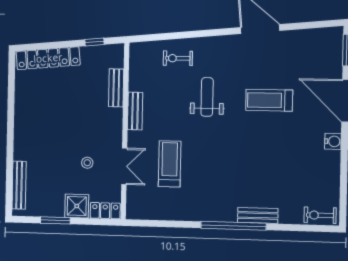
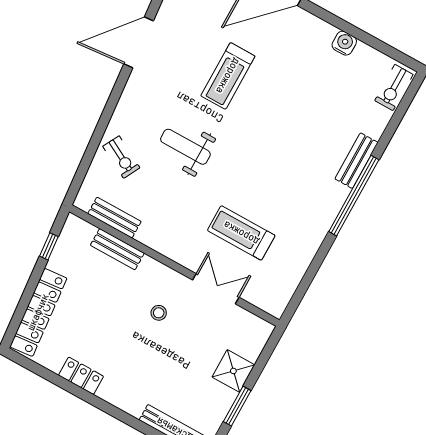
exercise bike: (178, 58) -> (121, 157), turned -62
bench: (135, 111) -> (114, 218), moved
water cooler: (333, 141) -> (344, 43), moved
stool: (87, 163) -> (159, 313), moved
locker: (105, 211) -> (81, 376), moved, turned 90

